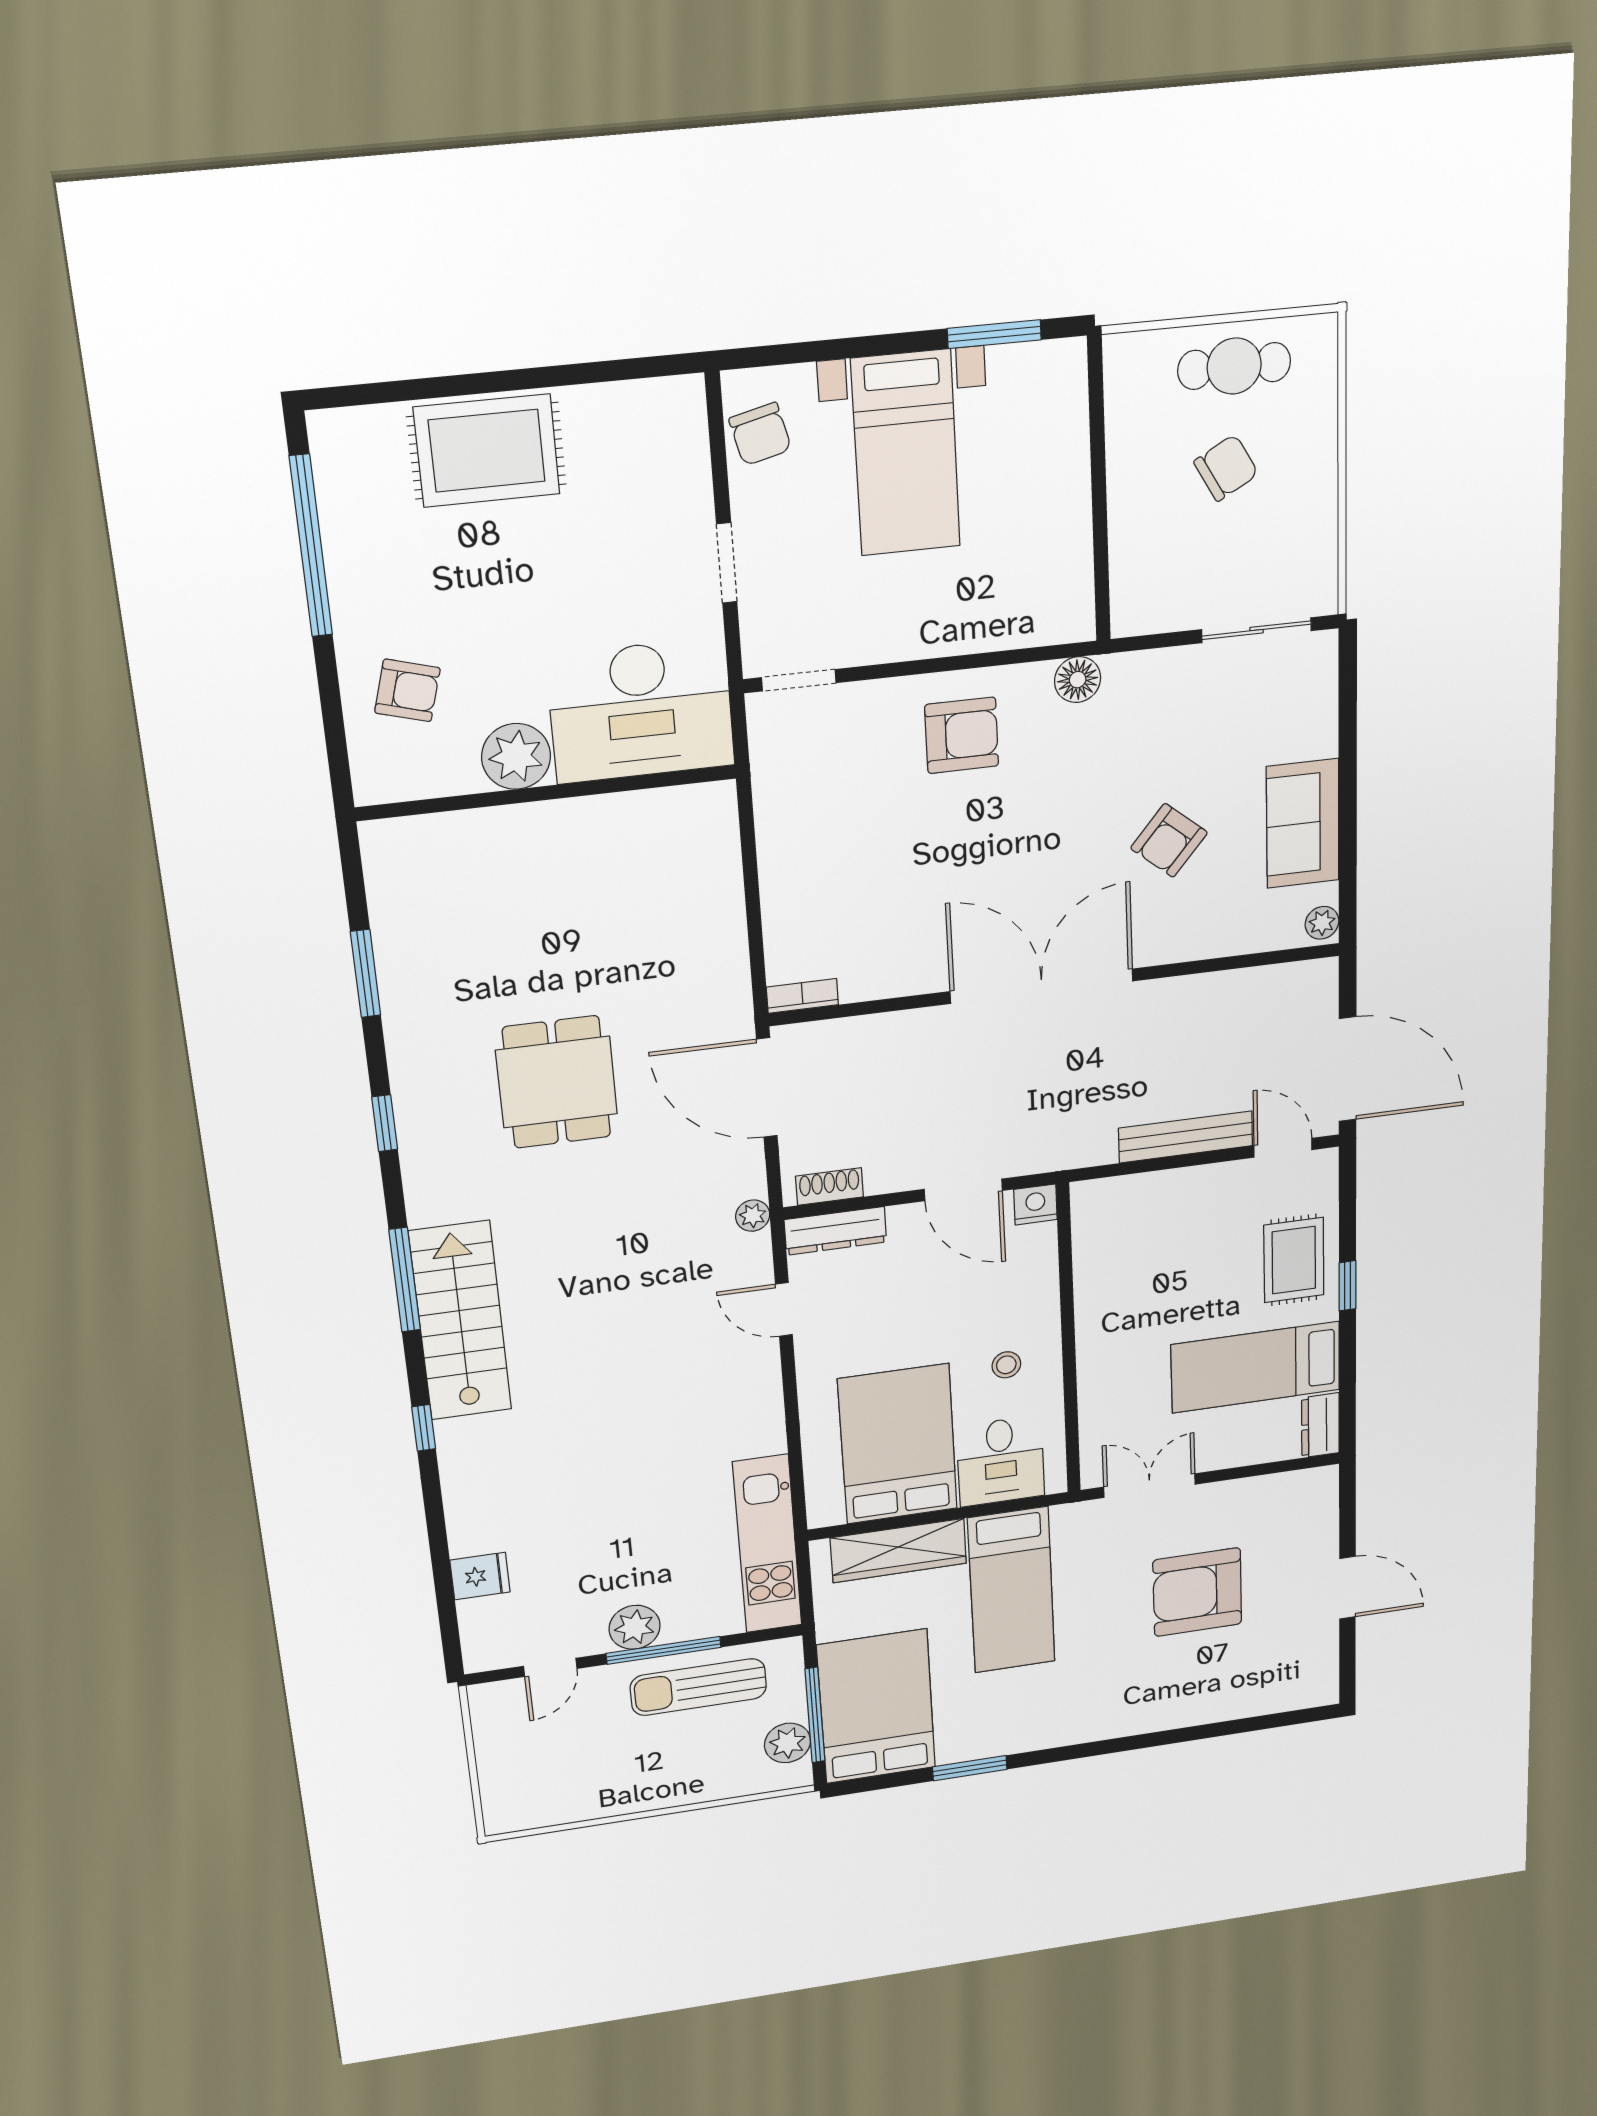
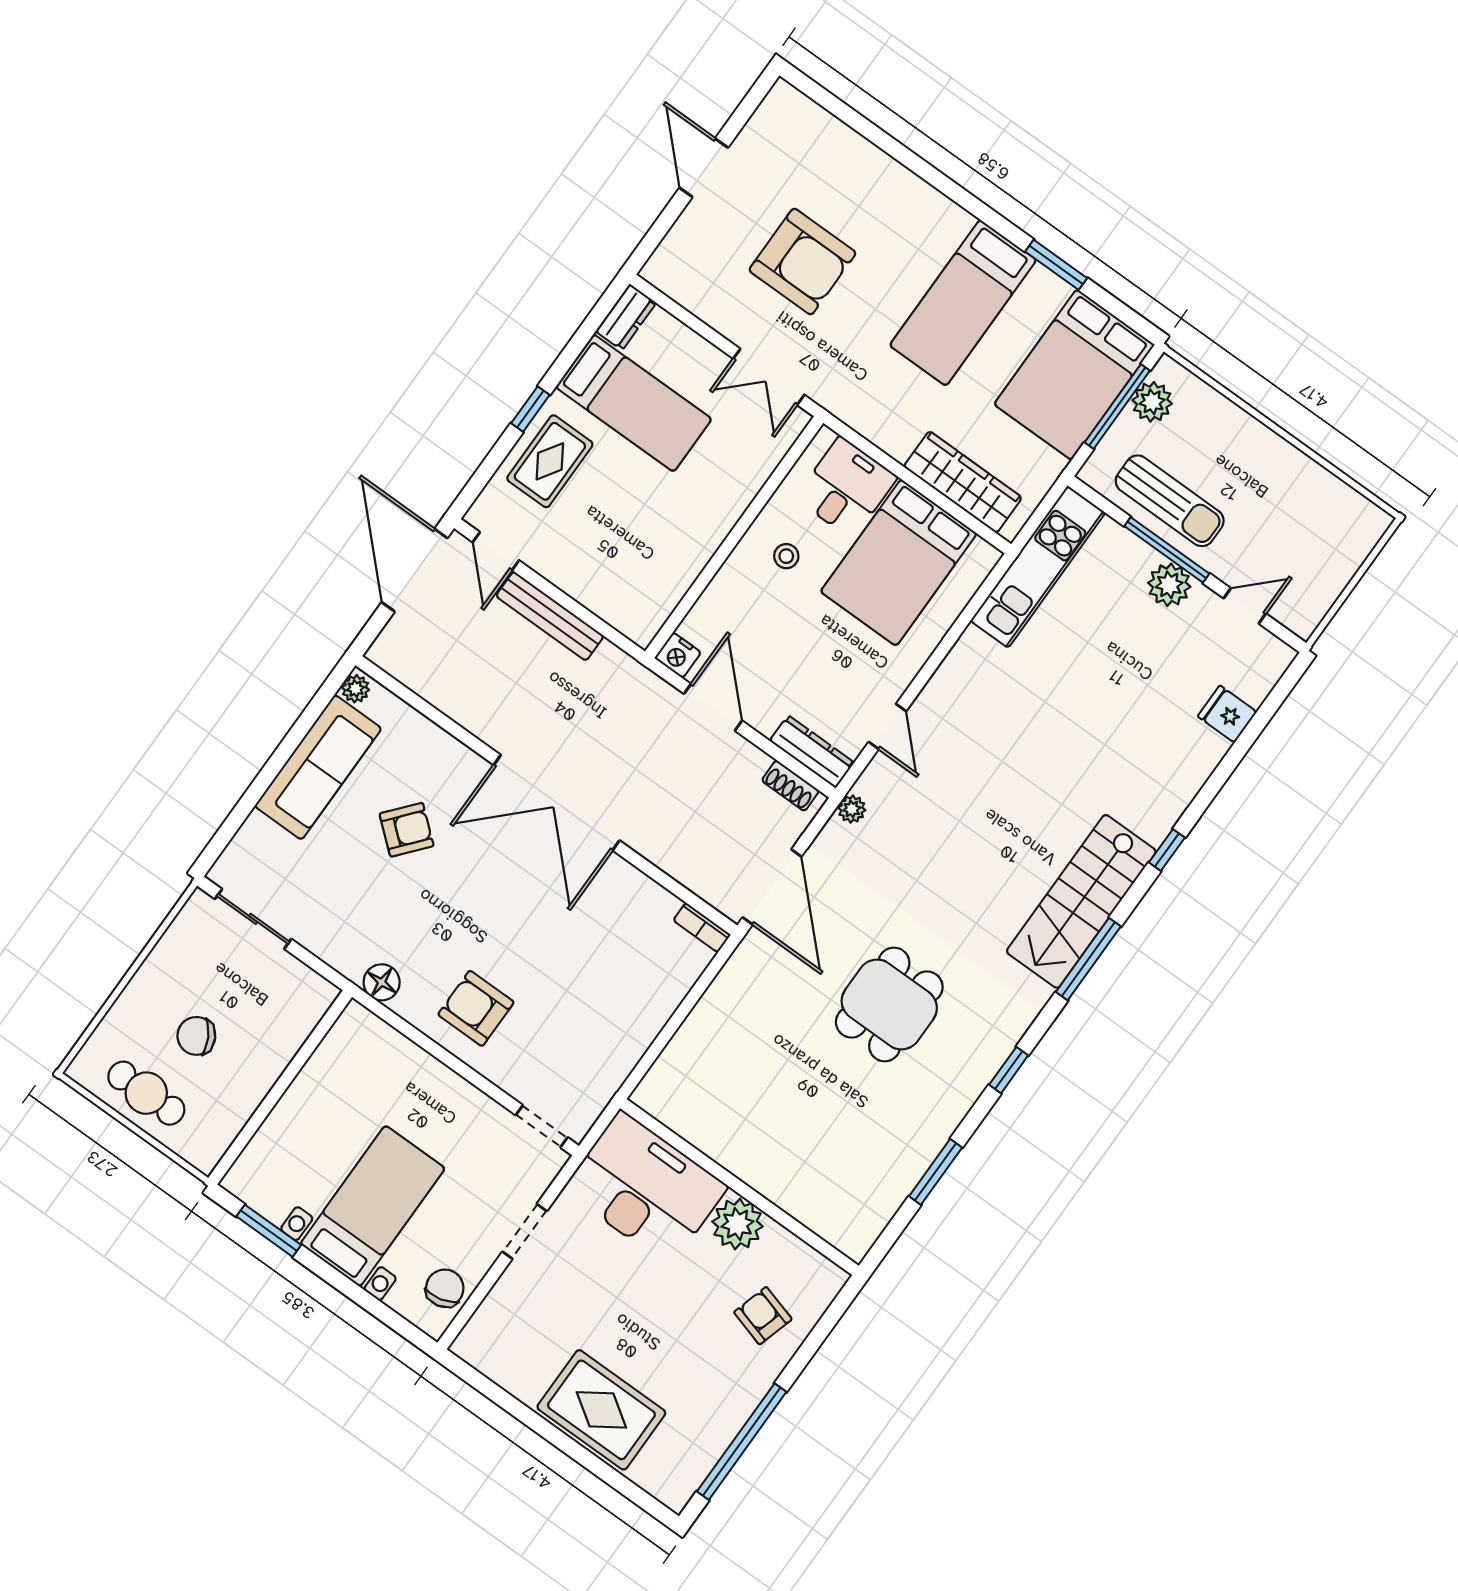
sofa: (1303, 823) -> (318, 767), width x1.36
bed: (1011, 1590) -> (963, 303), moved, turned 180

